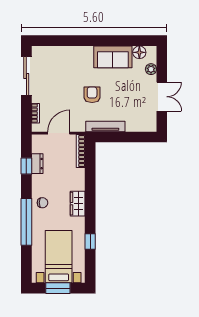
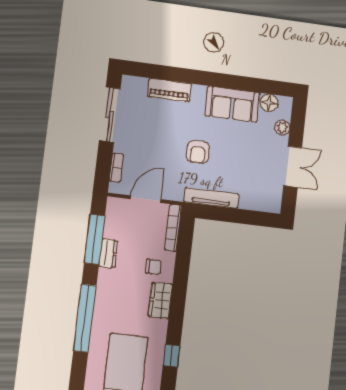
piano: (67, 53) -> (169, 90), added
armchair: (92, 95) -> (198, 152), turned 180
dresser: (37, 164) -> (108, 253), moved
window: (26, 166) -> (94, 239), width x2.17
chair: (42, 203) -> (153, 267), moved

